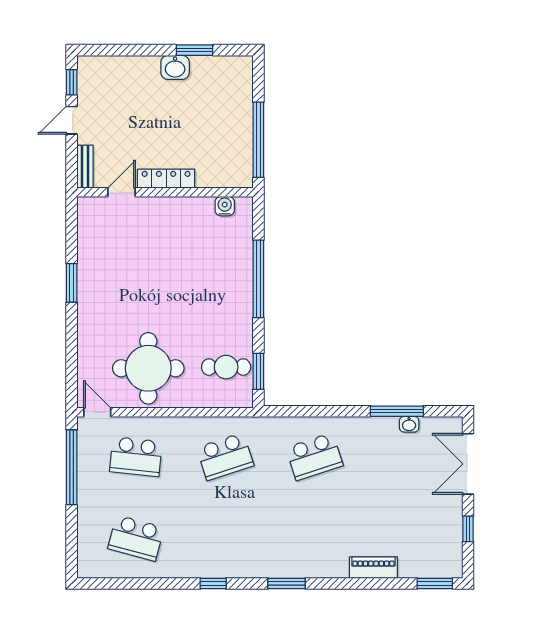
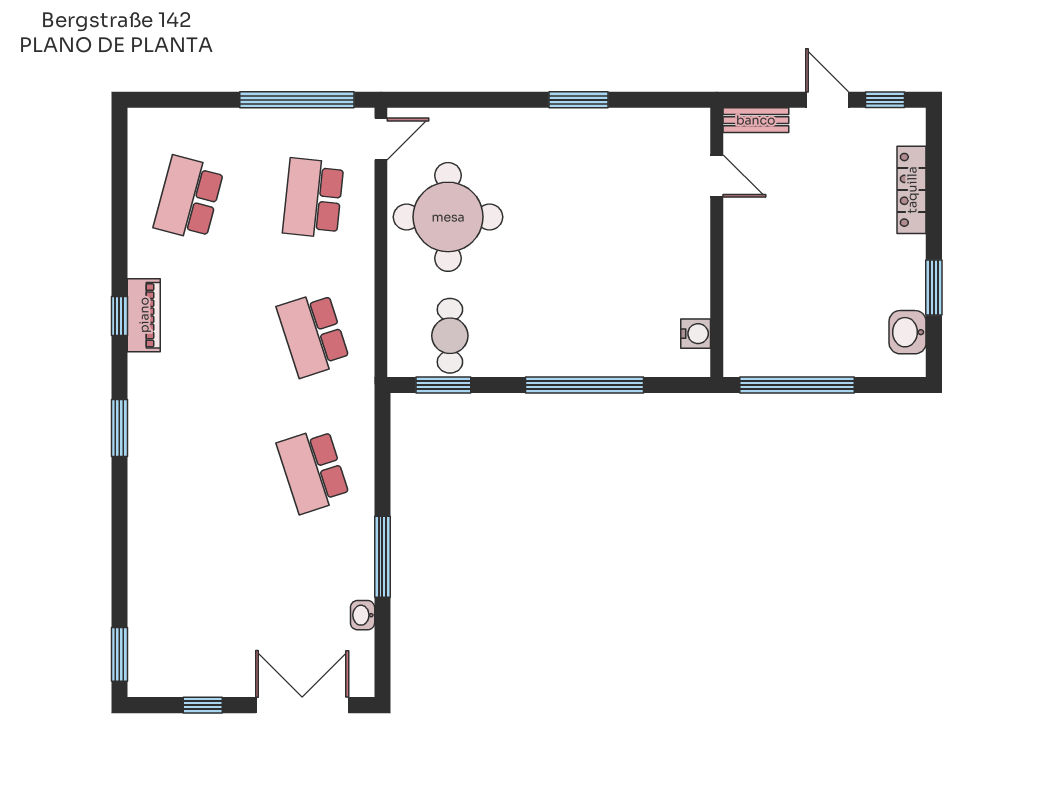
washbasin: (175, 67) -> (908, 332), moved
locker: (166, 179) -> (912, 190), moved, turned 180
window: (397, 411) -> (382, 557), moved
piano: (373, 568) -> (144, 315), moved

